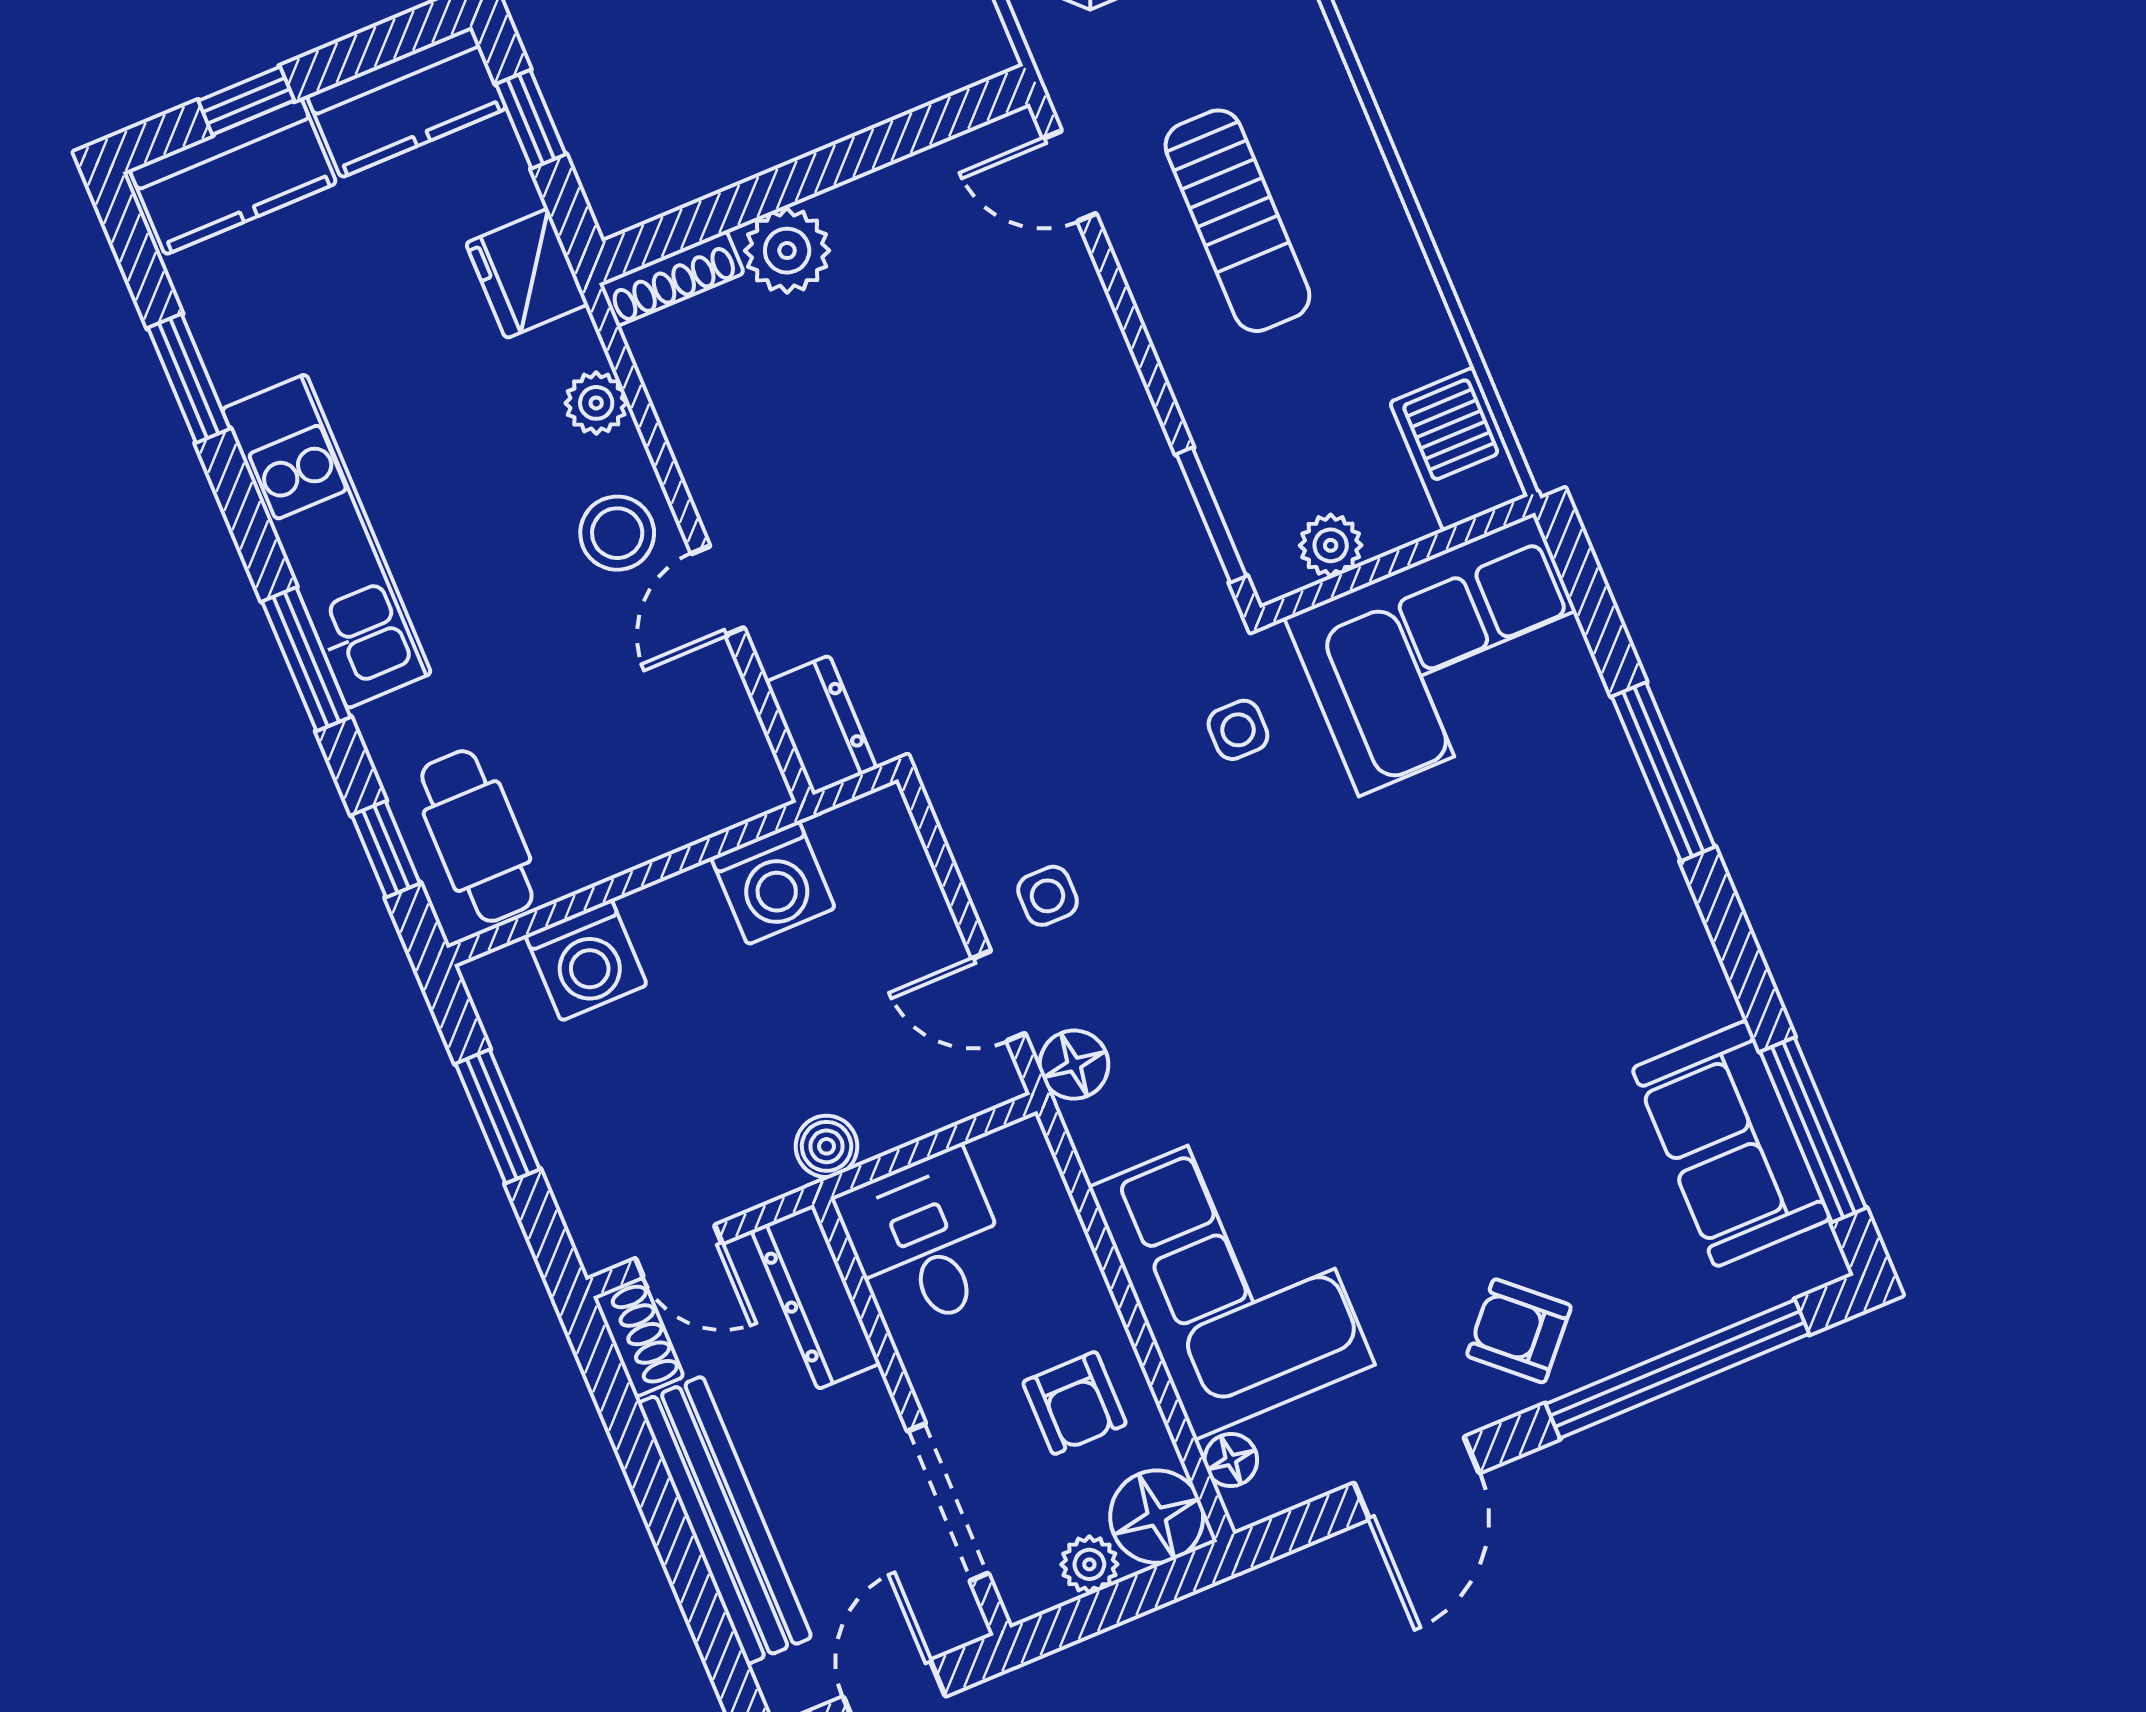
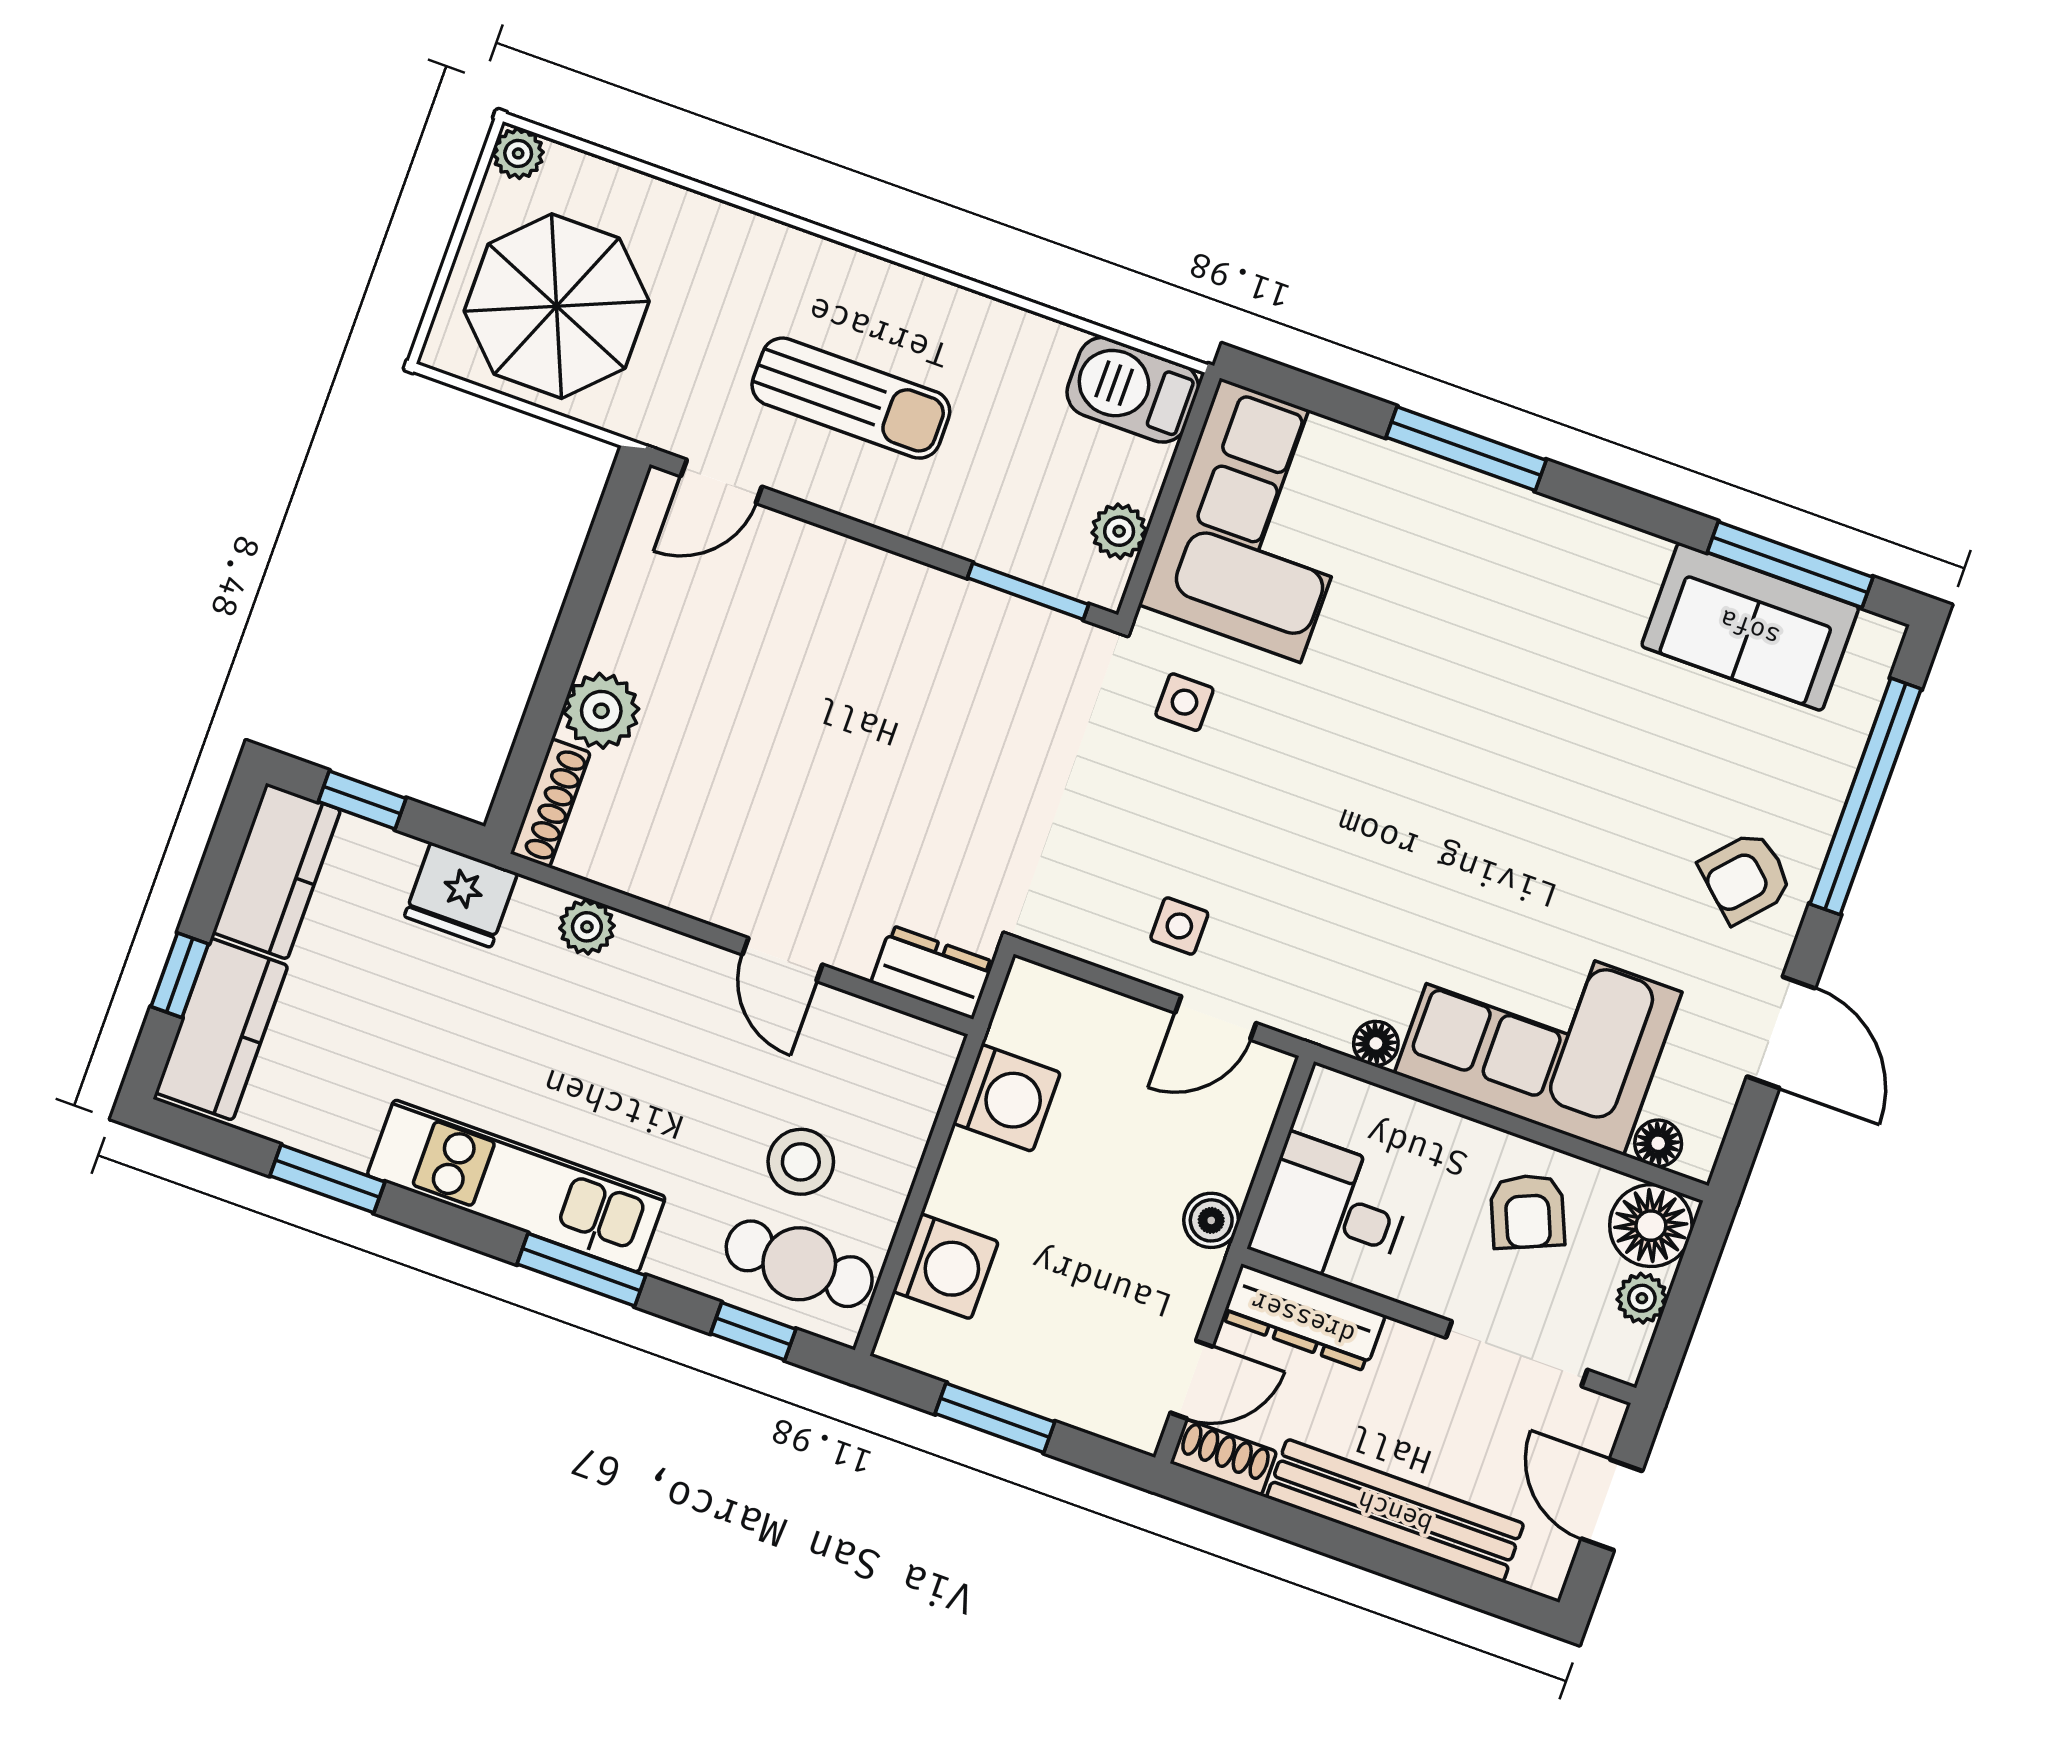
stool: (617, 533) -> (801, 1162), moved
floor lamp: (1074, 1065) -> (1376, 1043), moved, width x0.73, depth x0.73
armchair: (1075, 1403) -> (1527, 1211), turned 67

